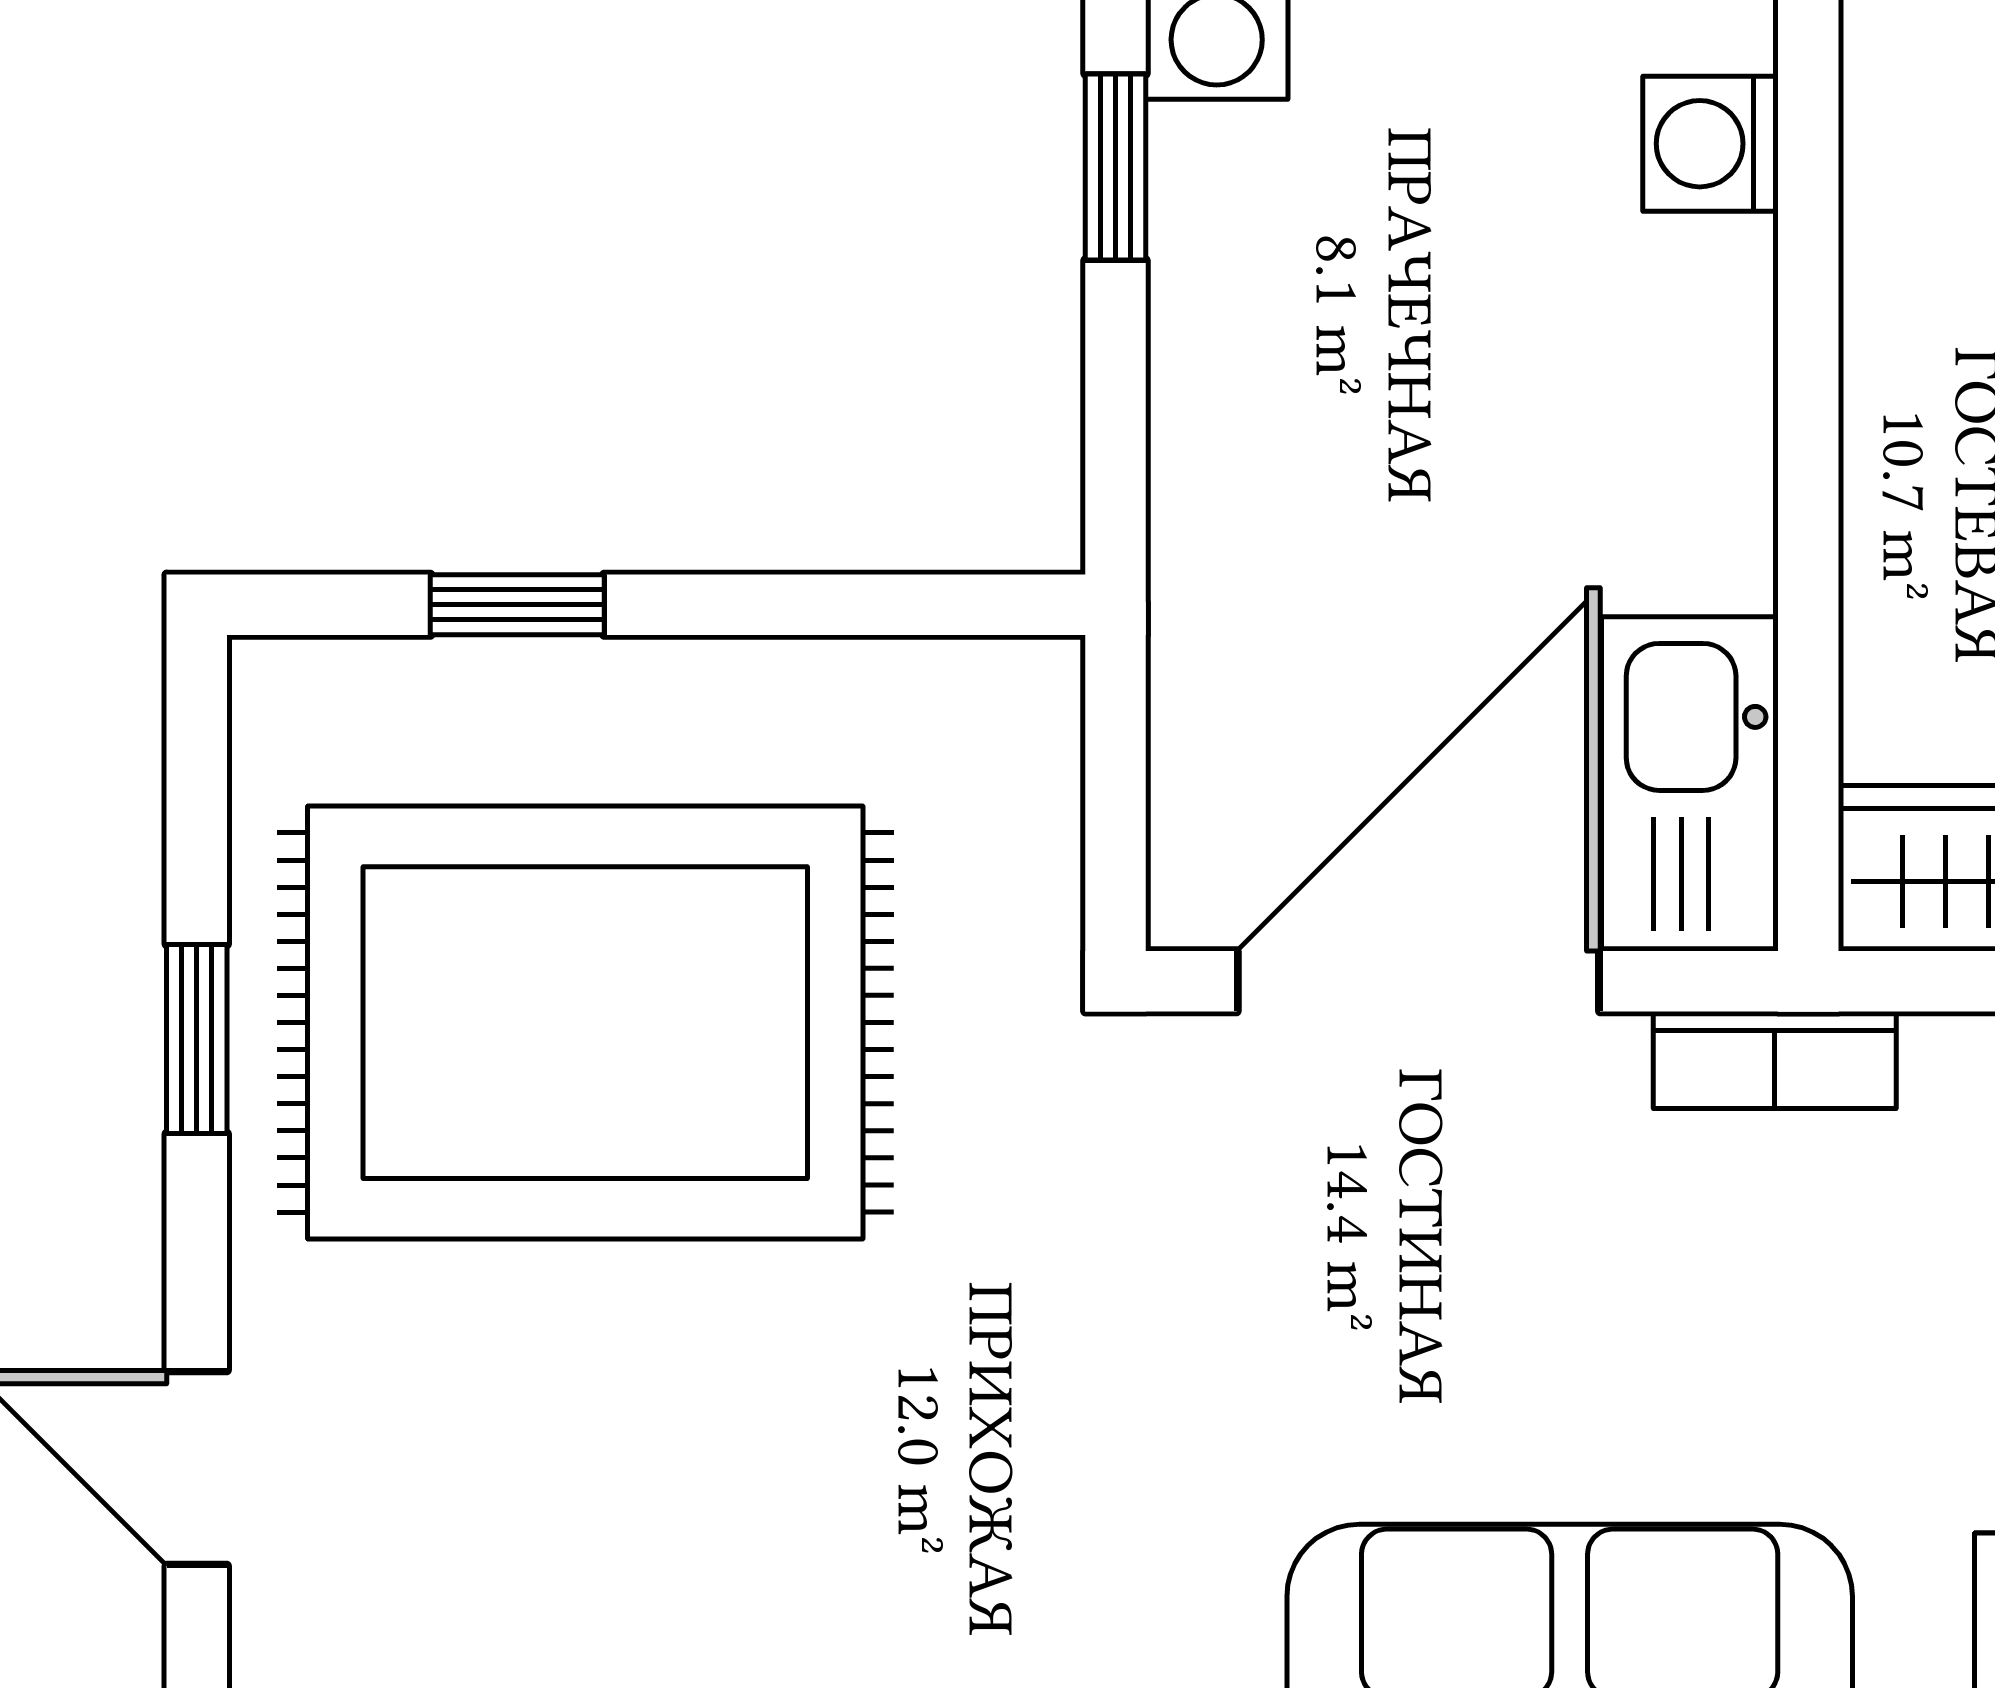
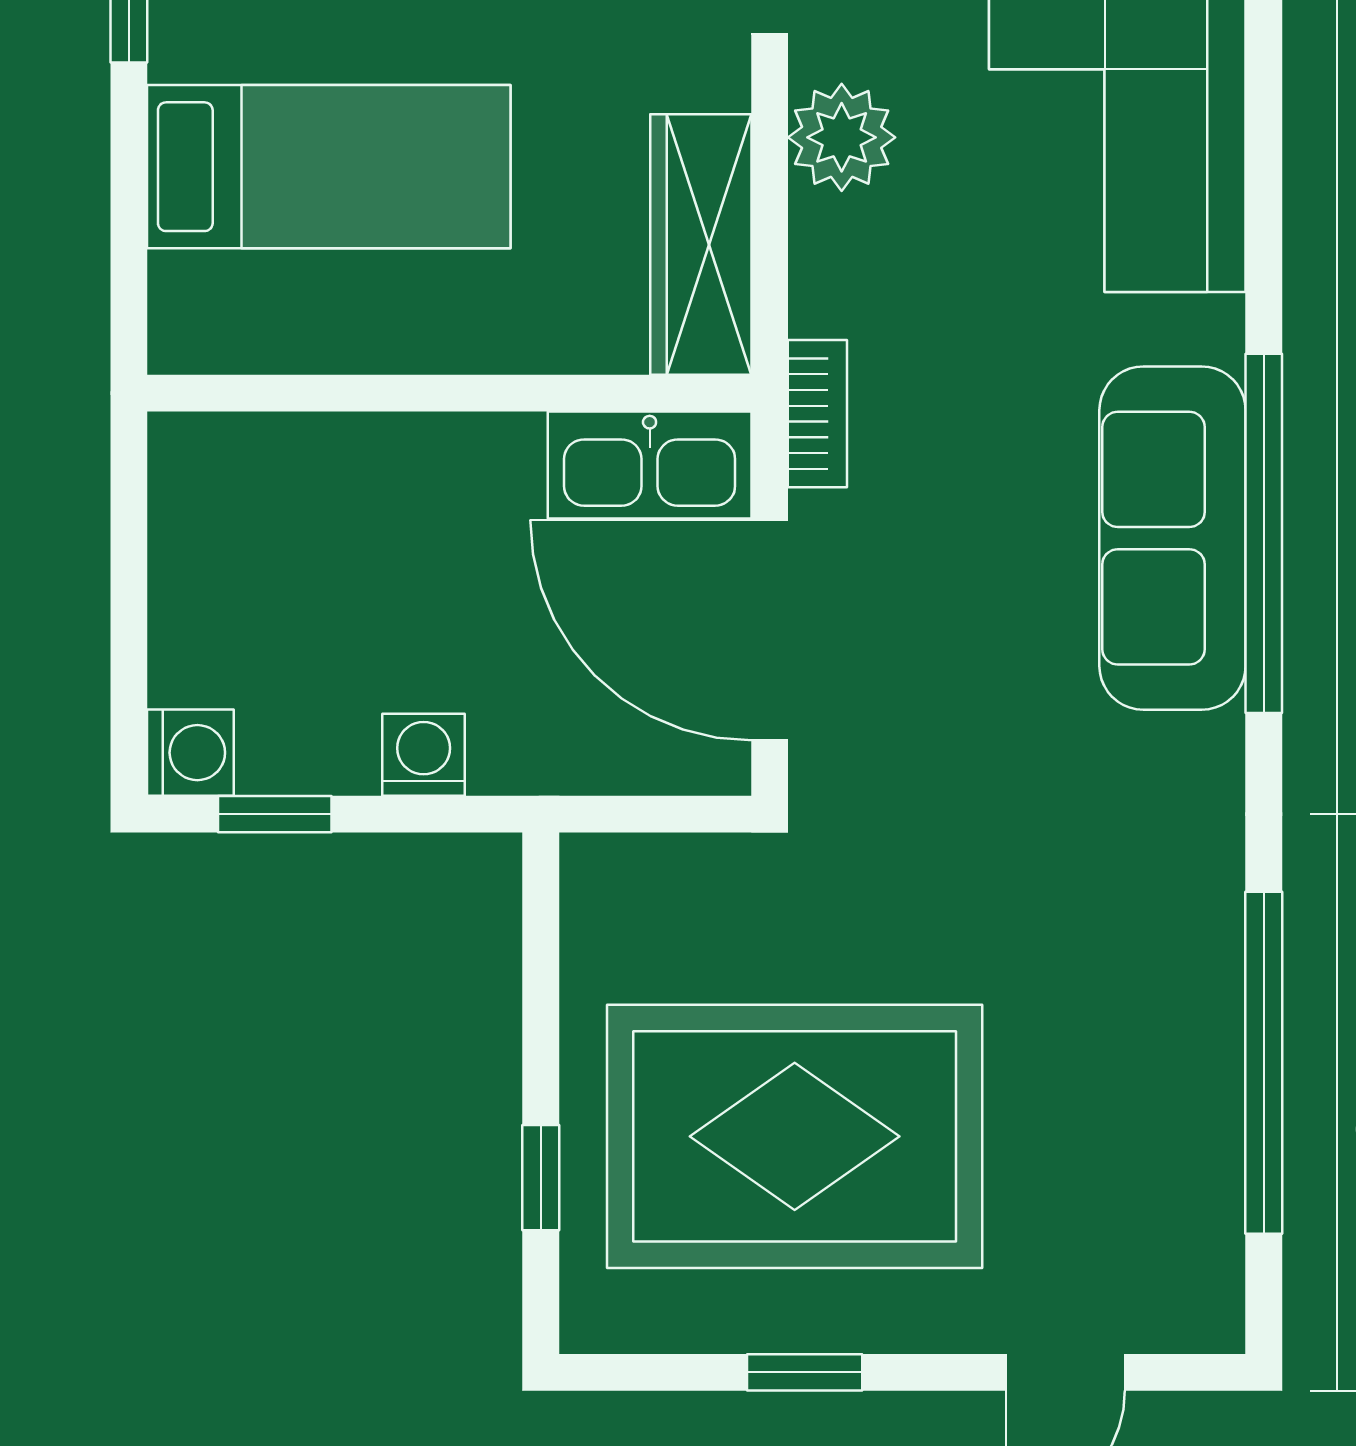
washing machine: (1710, 144) -> (424, 755), moved, turned 180
rug: (585, 1023) -> (795, 1136), turned 90

